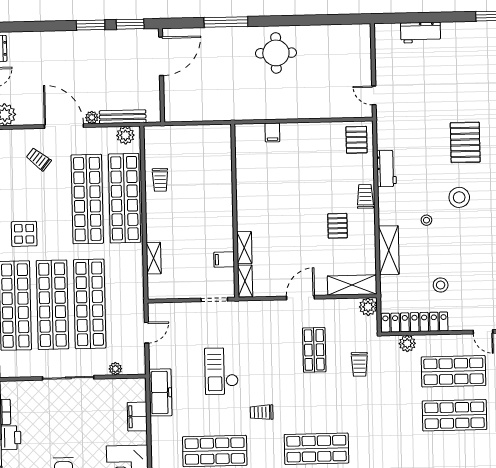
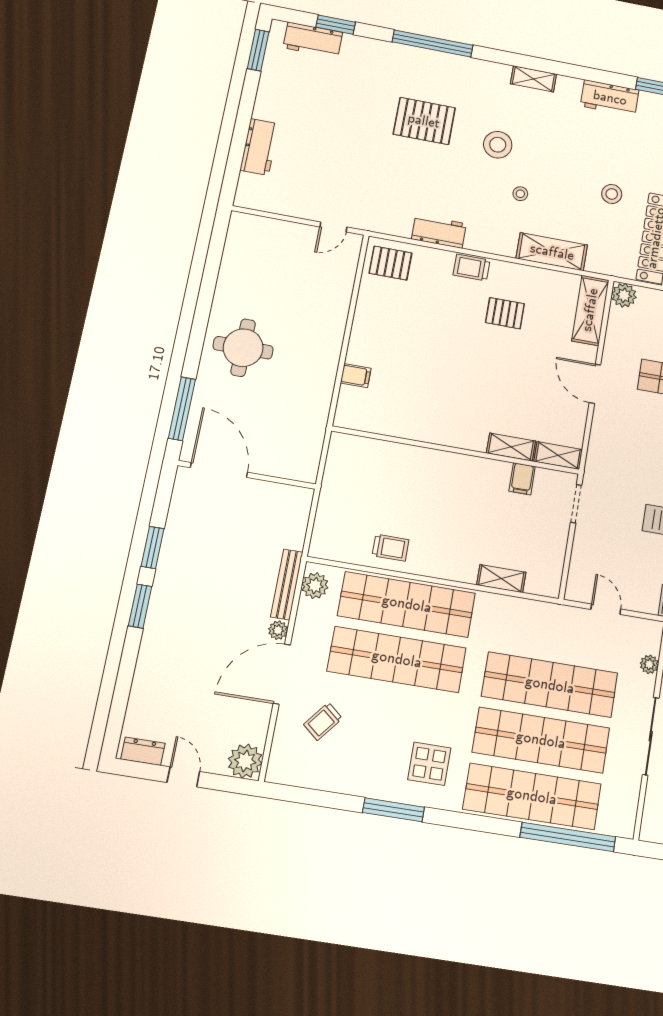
door: (161, 56) -> (219, 470), moved
wall: (161, 75) -> (247, 475), moved

